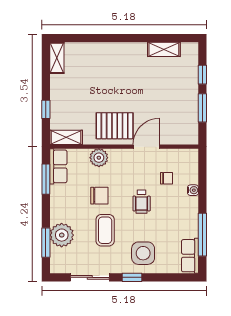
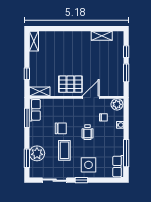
plant: (99, 158) -> (117, 104), moved

